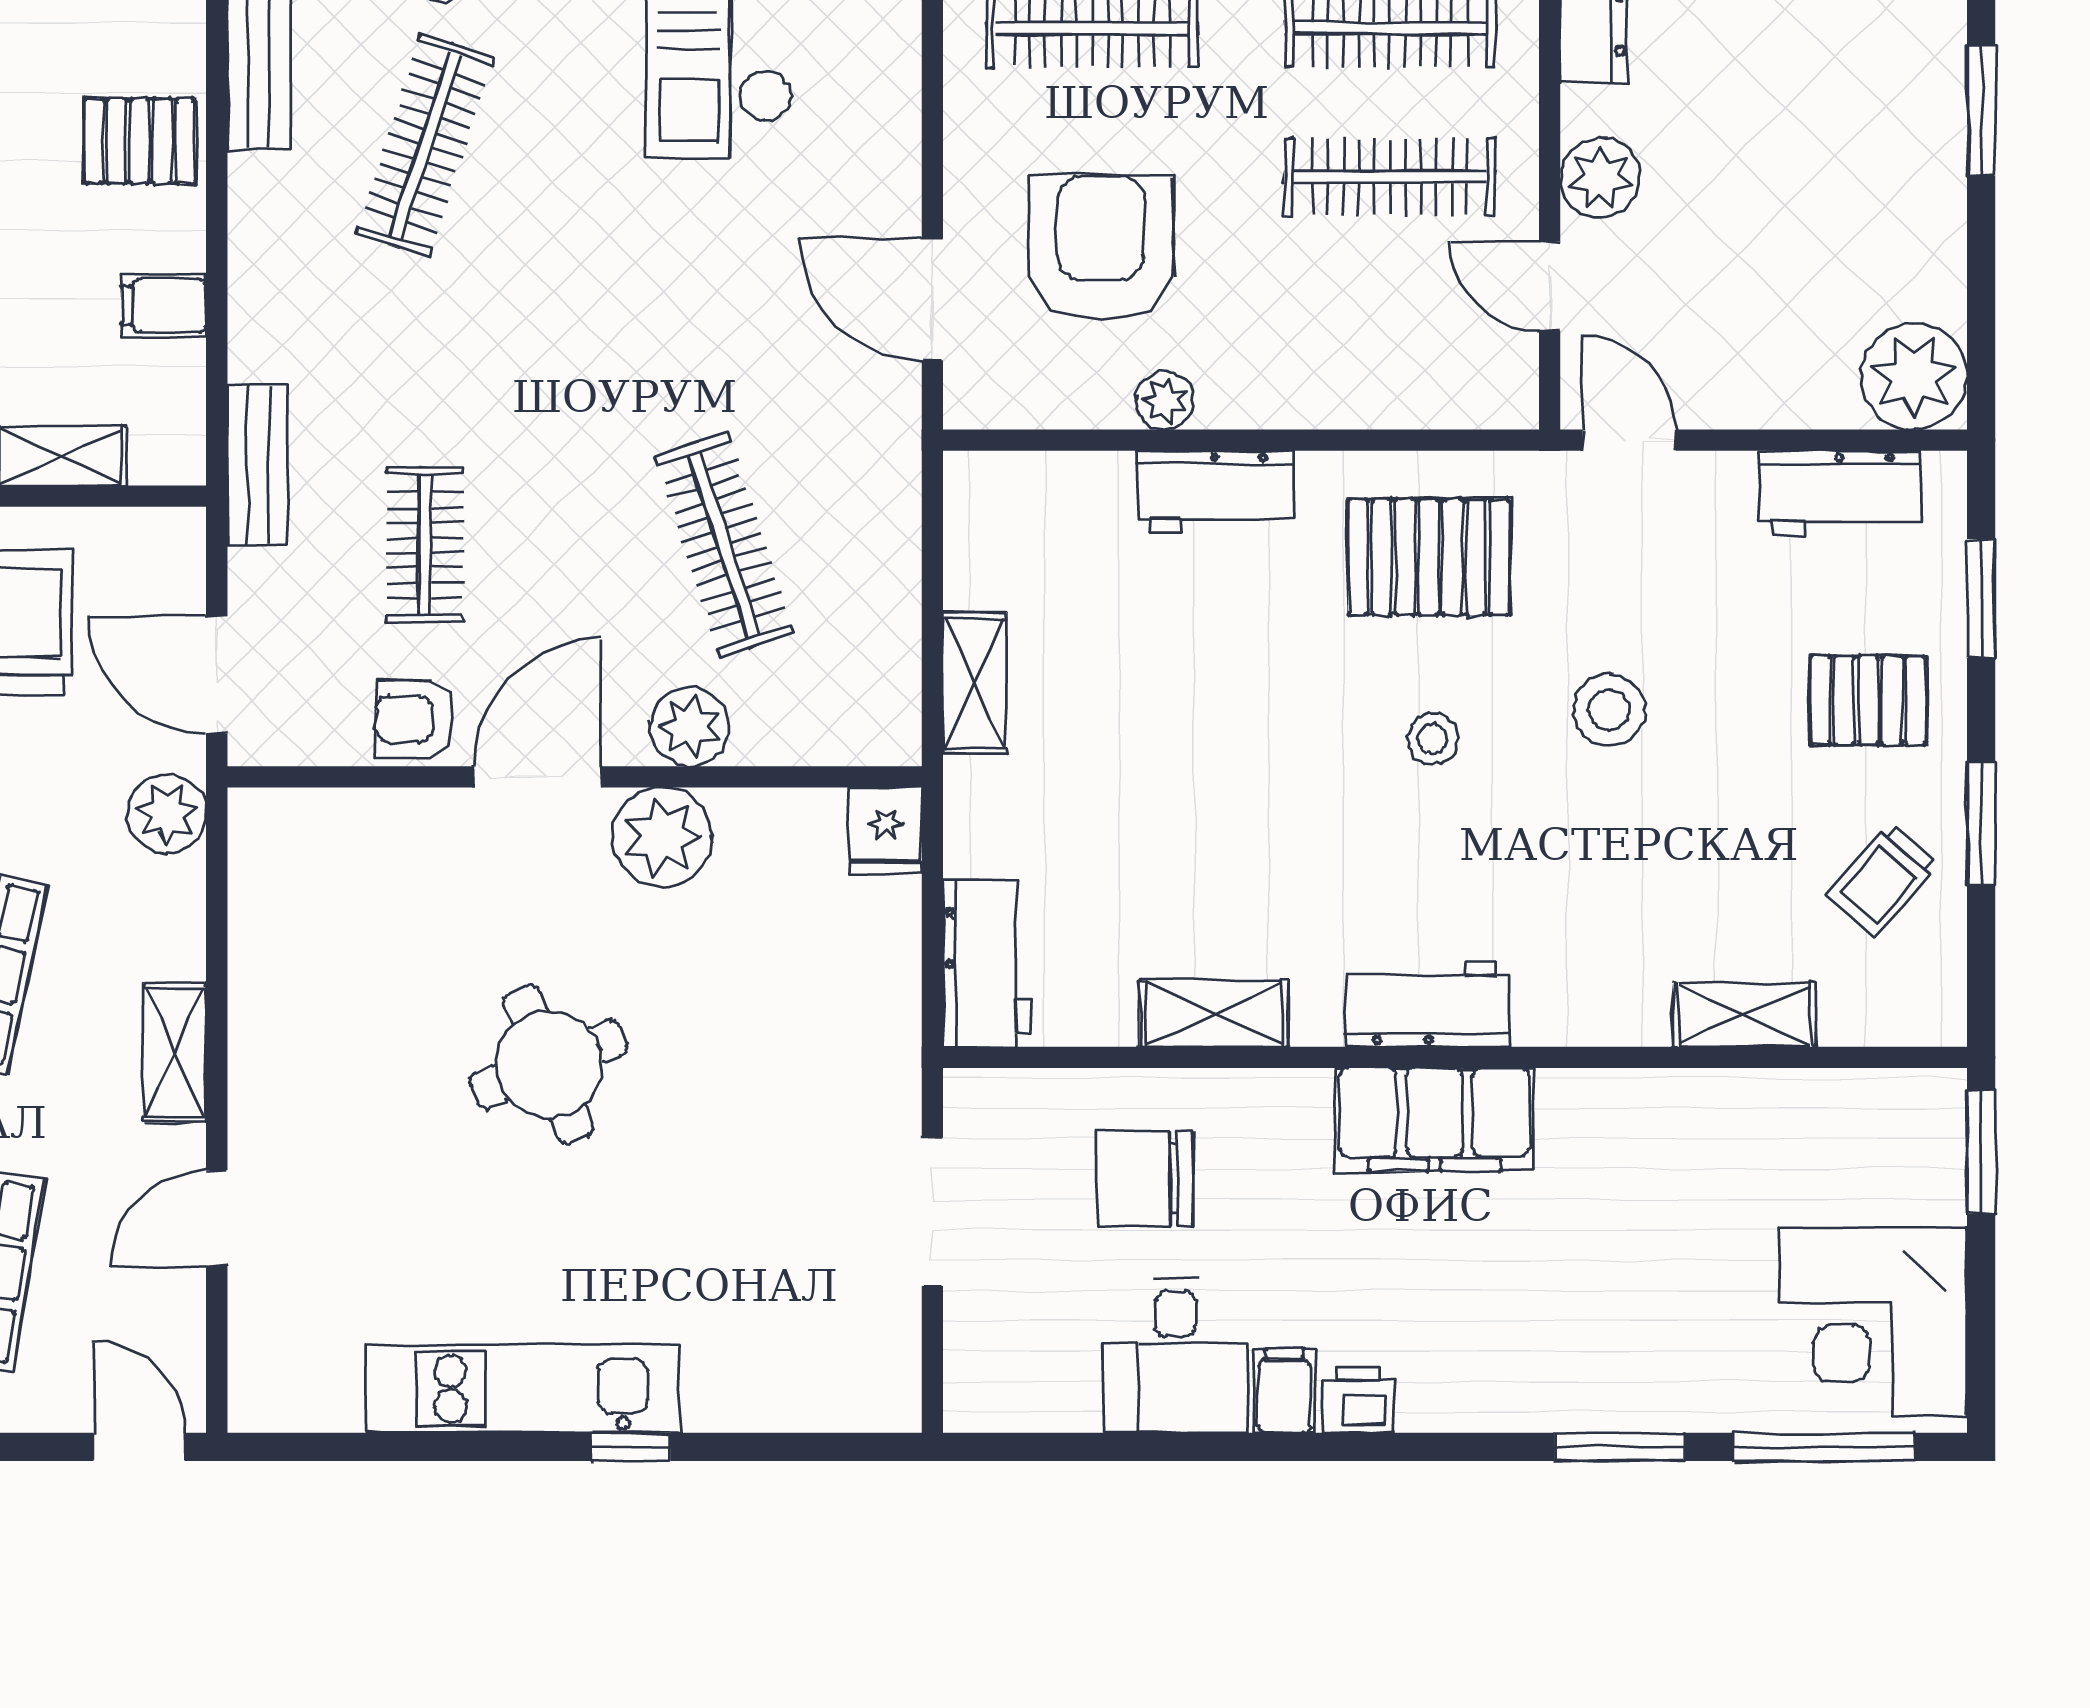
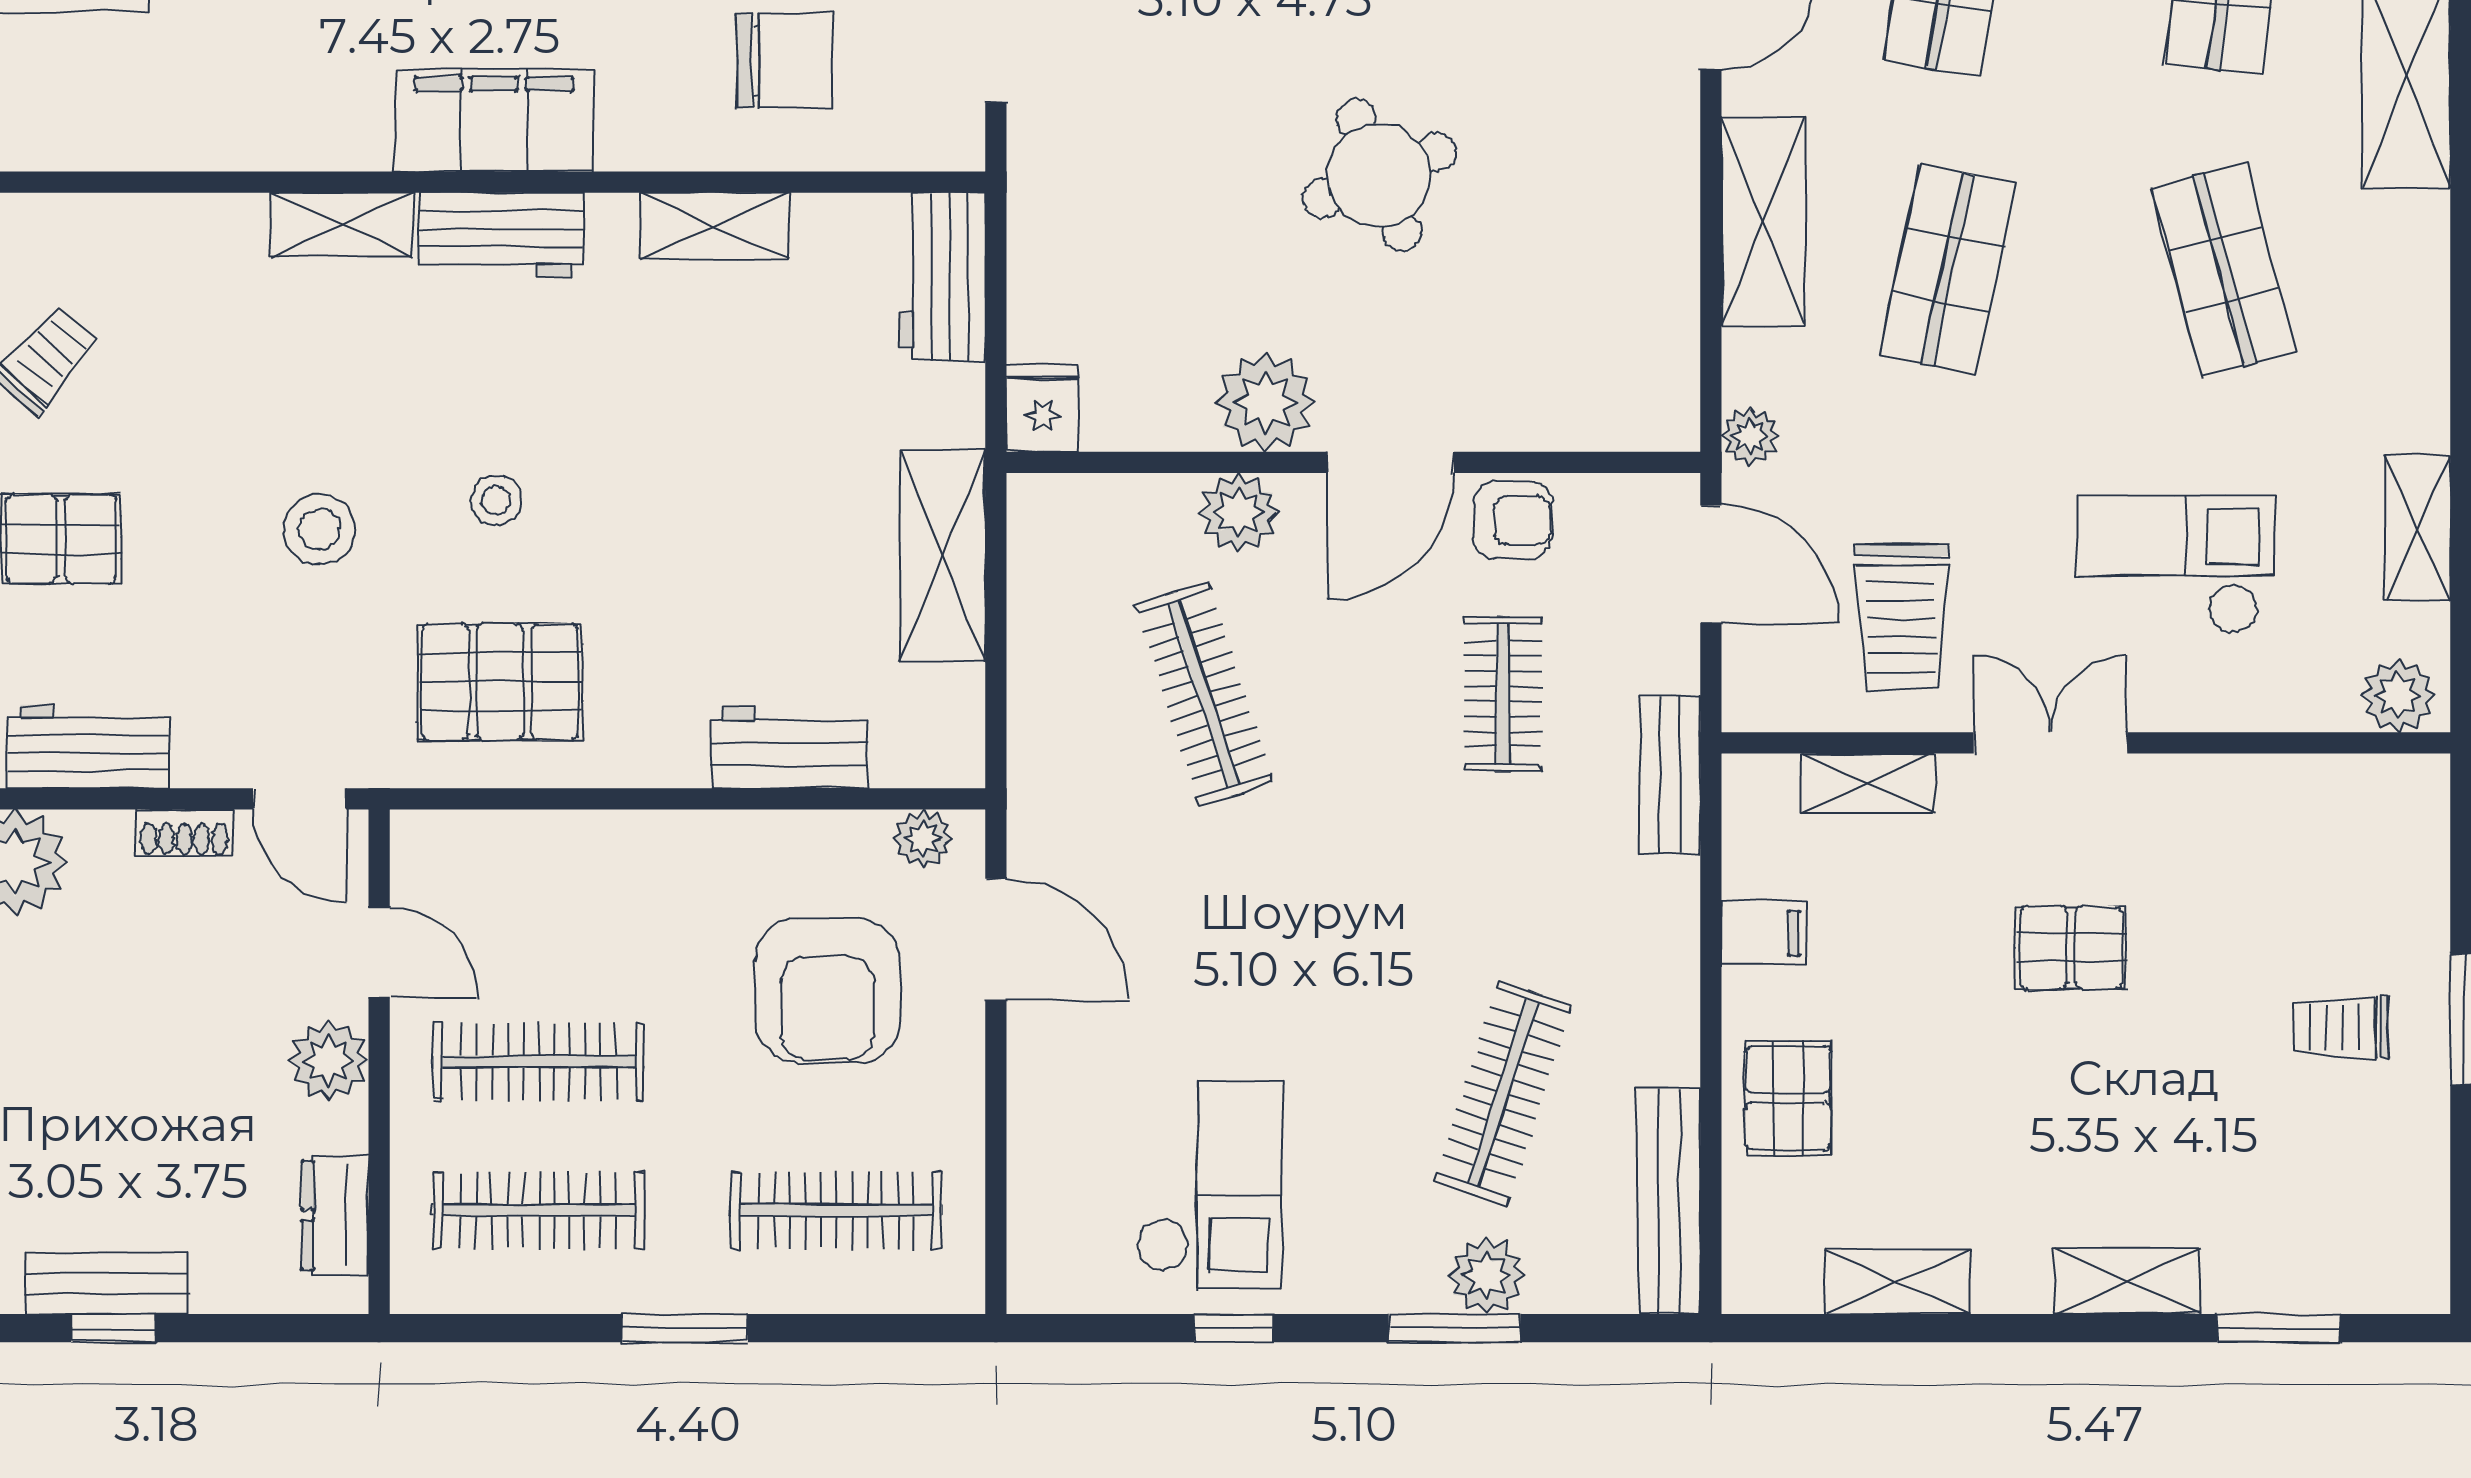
pallet: (139, 141) -> (1788, 1098), turned 90
plant: (1165, 400) -> (923, 838), moved
shoe rack: (1745, 406) -> (184, 833), added
workbench: (1215, 491) -> (789, 748), moved
shelving: (975, 683) -> (943, 556), width x1.50, depth x1.33
plant: (167, 814) -> (1750, 436), width x0.73, depth x0.73
shelving: (1744, 1015) -> (342, 225), moved
shelving: (175, 1052) -> (1763, 222), width x1.50, depth x1.33

